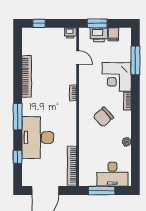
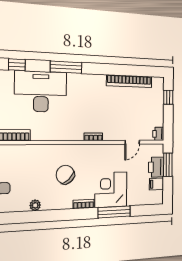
window: (135, 60) -> (114, 212), moved
bookcase: (27, 76) -> (129, 81), moved

